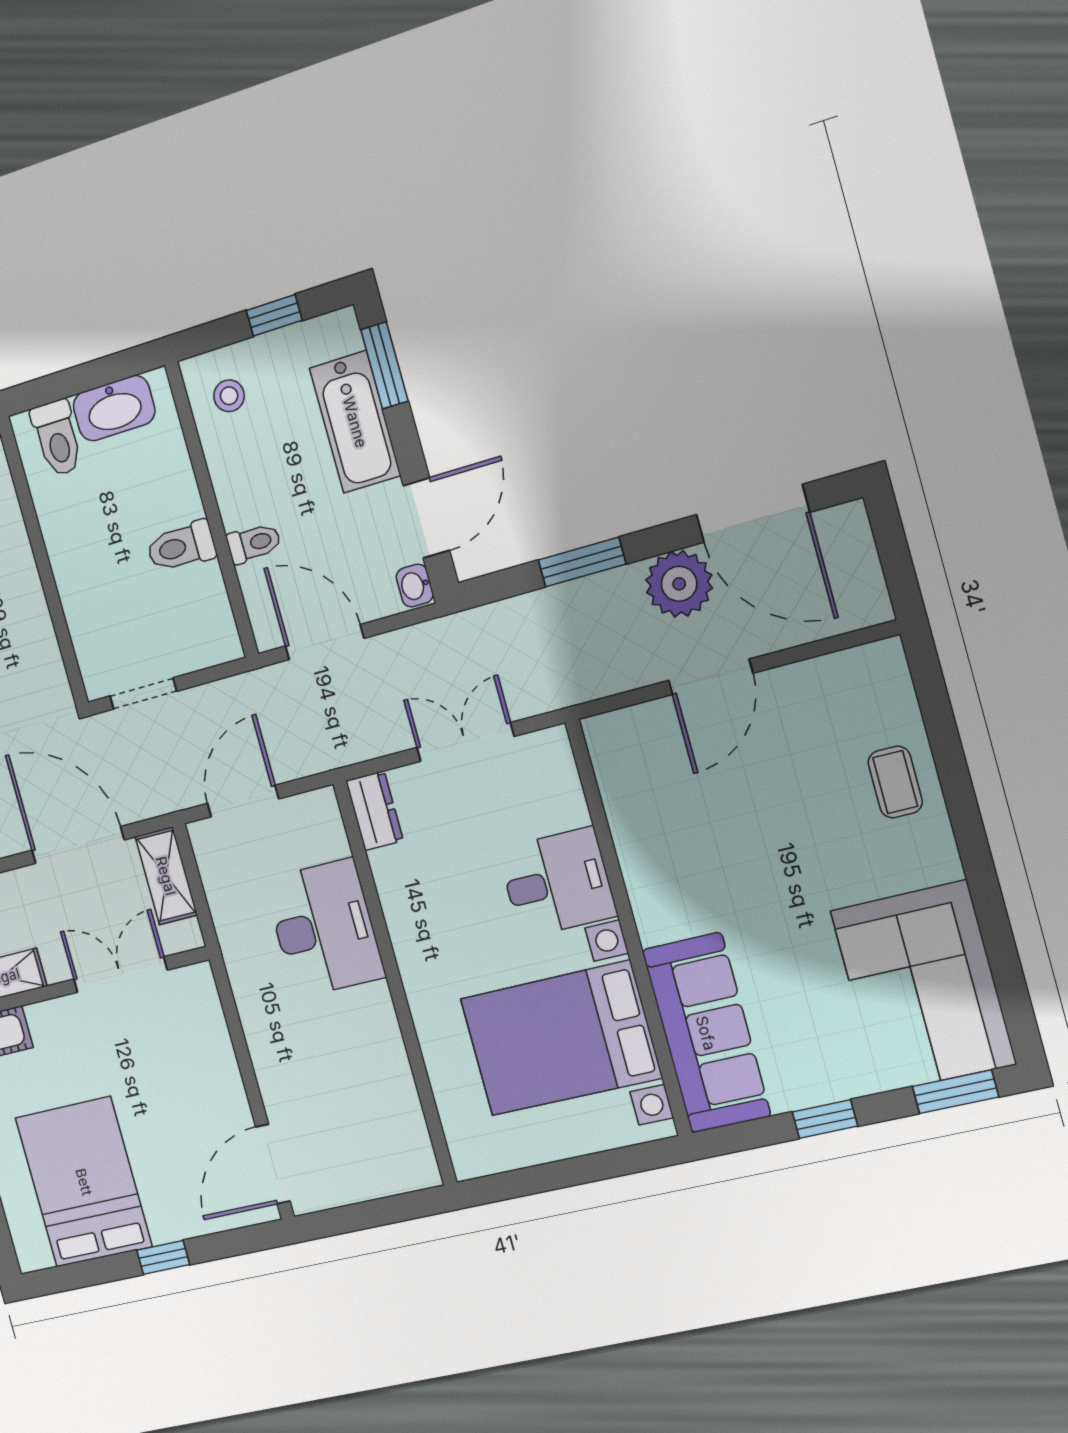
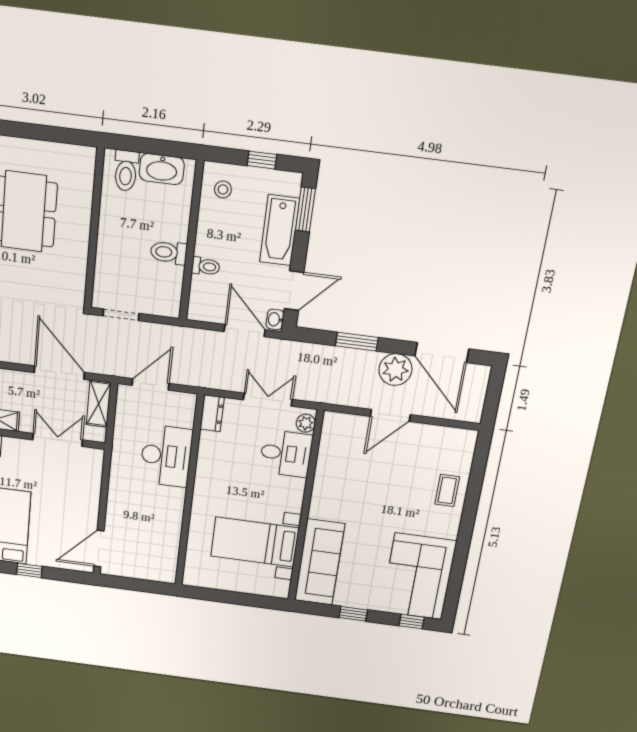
door: (325, 642) -> (245, 331), moved
plant: (556, 759) -> (306, 423), added
desk: (557, 883) -> (286, 453), moved
bed with nightstands: (561, 1038) -> (255, 542), width x0.73
window: (955, 1092) -> (412, 622), width x0.67

